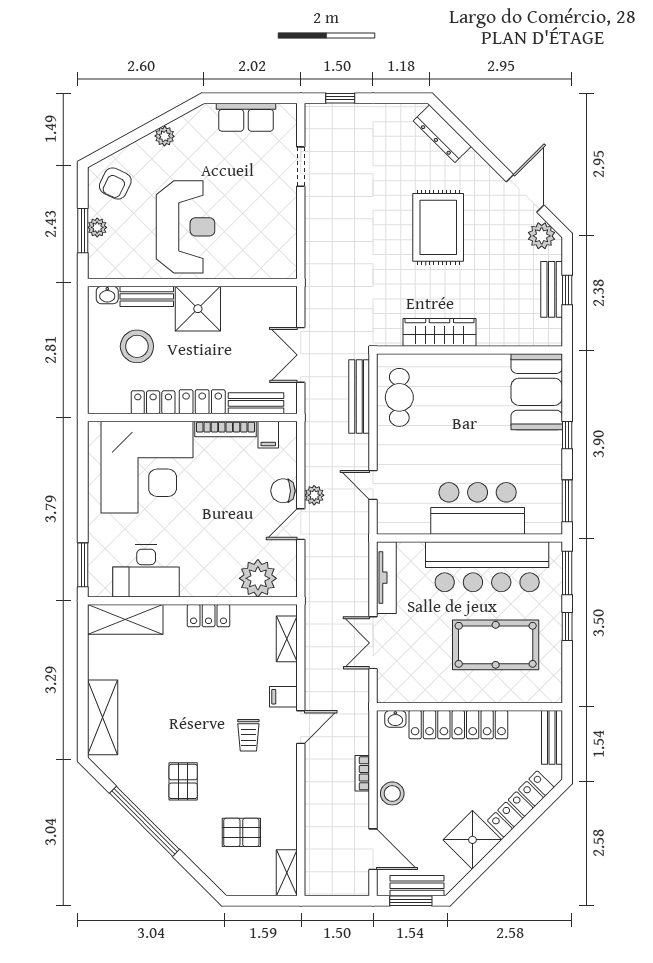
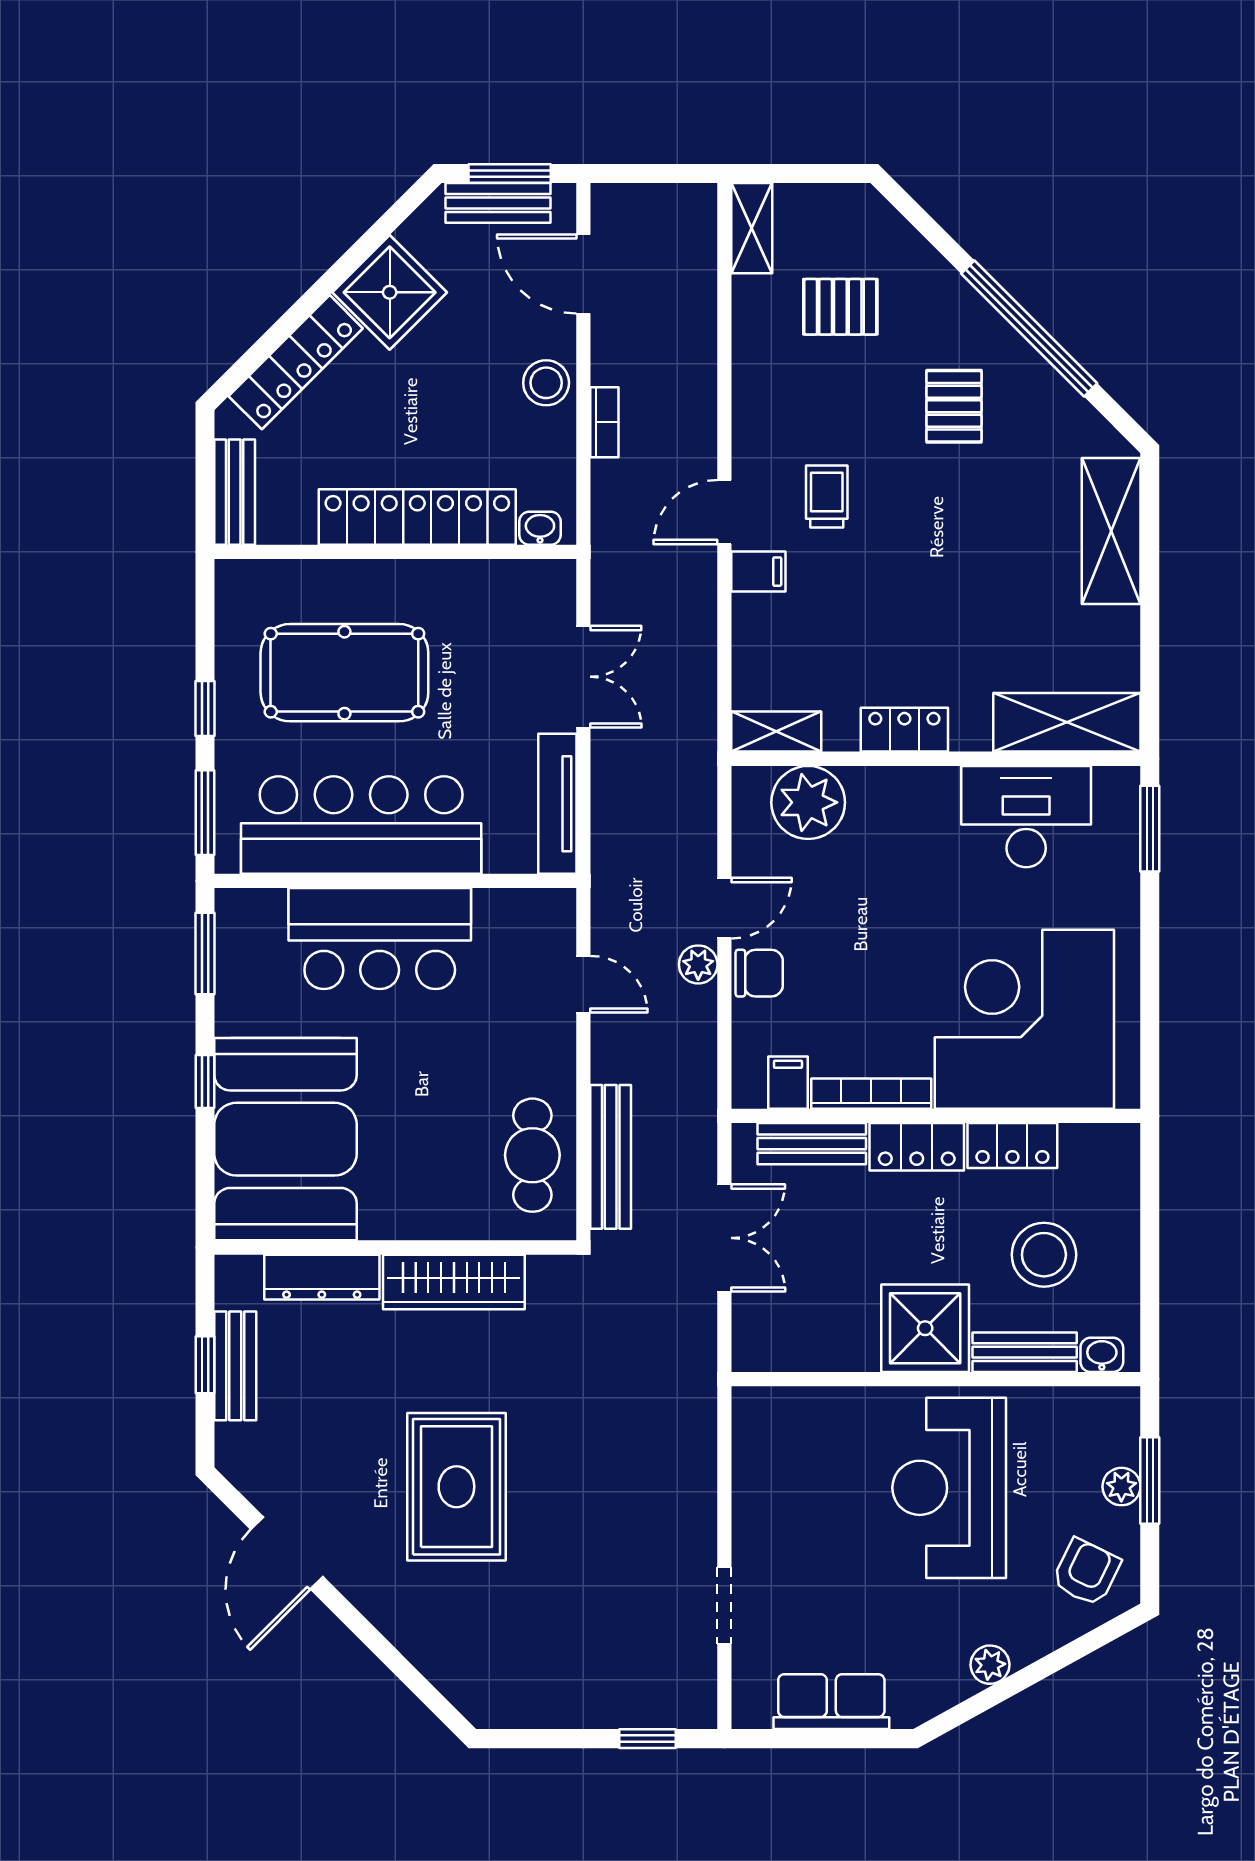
dresser: (442, 134) -> (322, 1277), moved, turned 135
plant: (542, 236) -> (255, 1470), removed
booth: (537, 392) -> (286, 1139), width x1.36, depth x1.42
shelving: (287, 639) -> (776, 731), moved, turned 90

